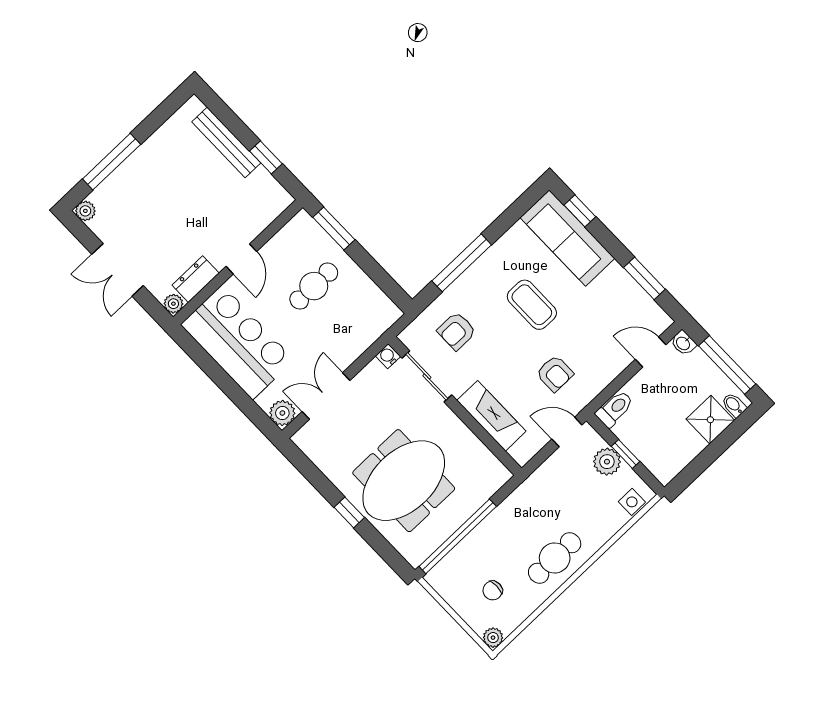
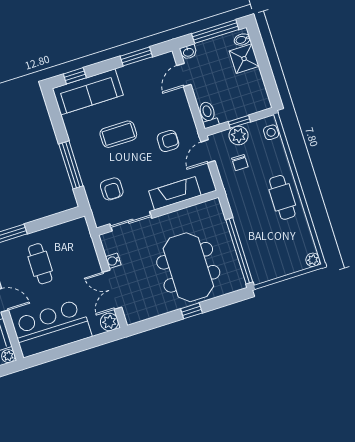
water cooler: (388, 356) -> (113, 261), moved
chair: (493, 590) -> (240, 163), moved

